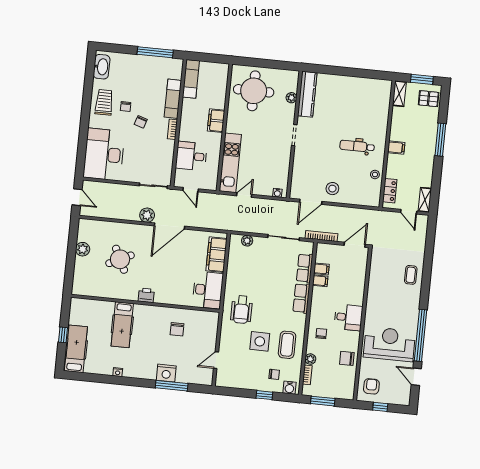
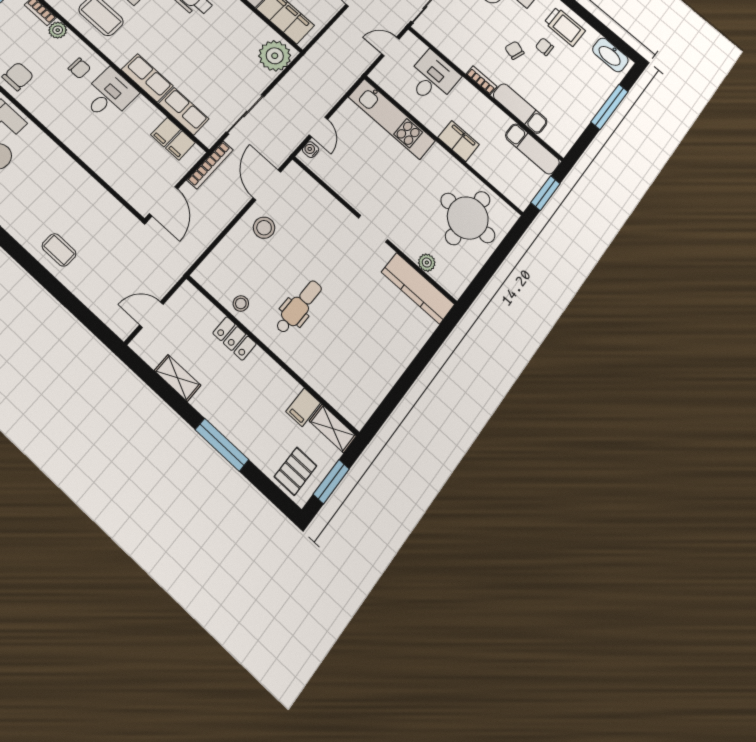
window: (155, 52) -> (610, 107), moved
window: (210, 58) -> (545, 193), added
filing cabinet: (396, 148) -> (303, 407), moved
locker: (390, 191) -> (235, 338), moved
door: (244, 195) -> (318, 127), moved
shelving: (425, 200) -> (178, 378), moved
plant: (247, 241) -> (275, 56), width x1.87, depth x1.87
filing cabinet: (320, 281) -> (180, 145), moved
desk: (348, 317) -> (109, 95), moved, turned 180

